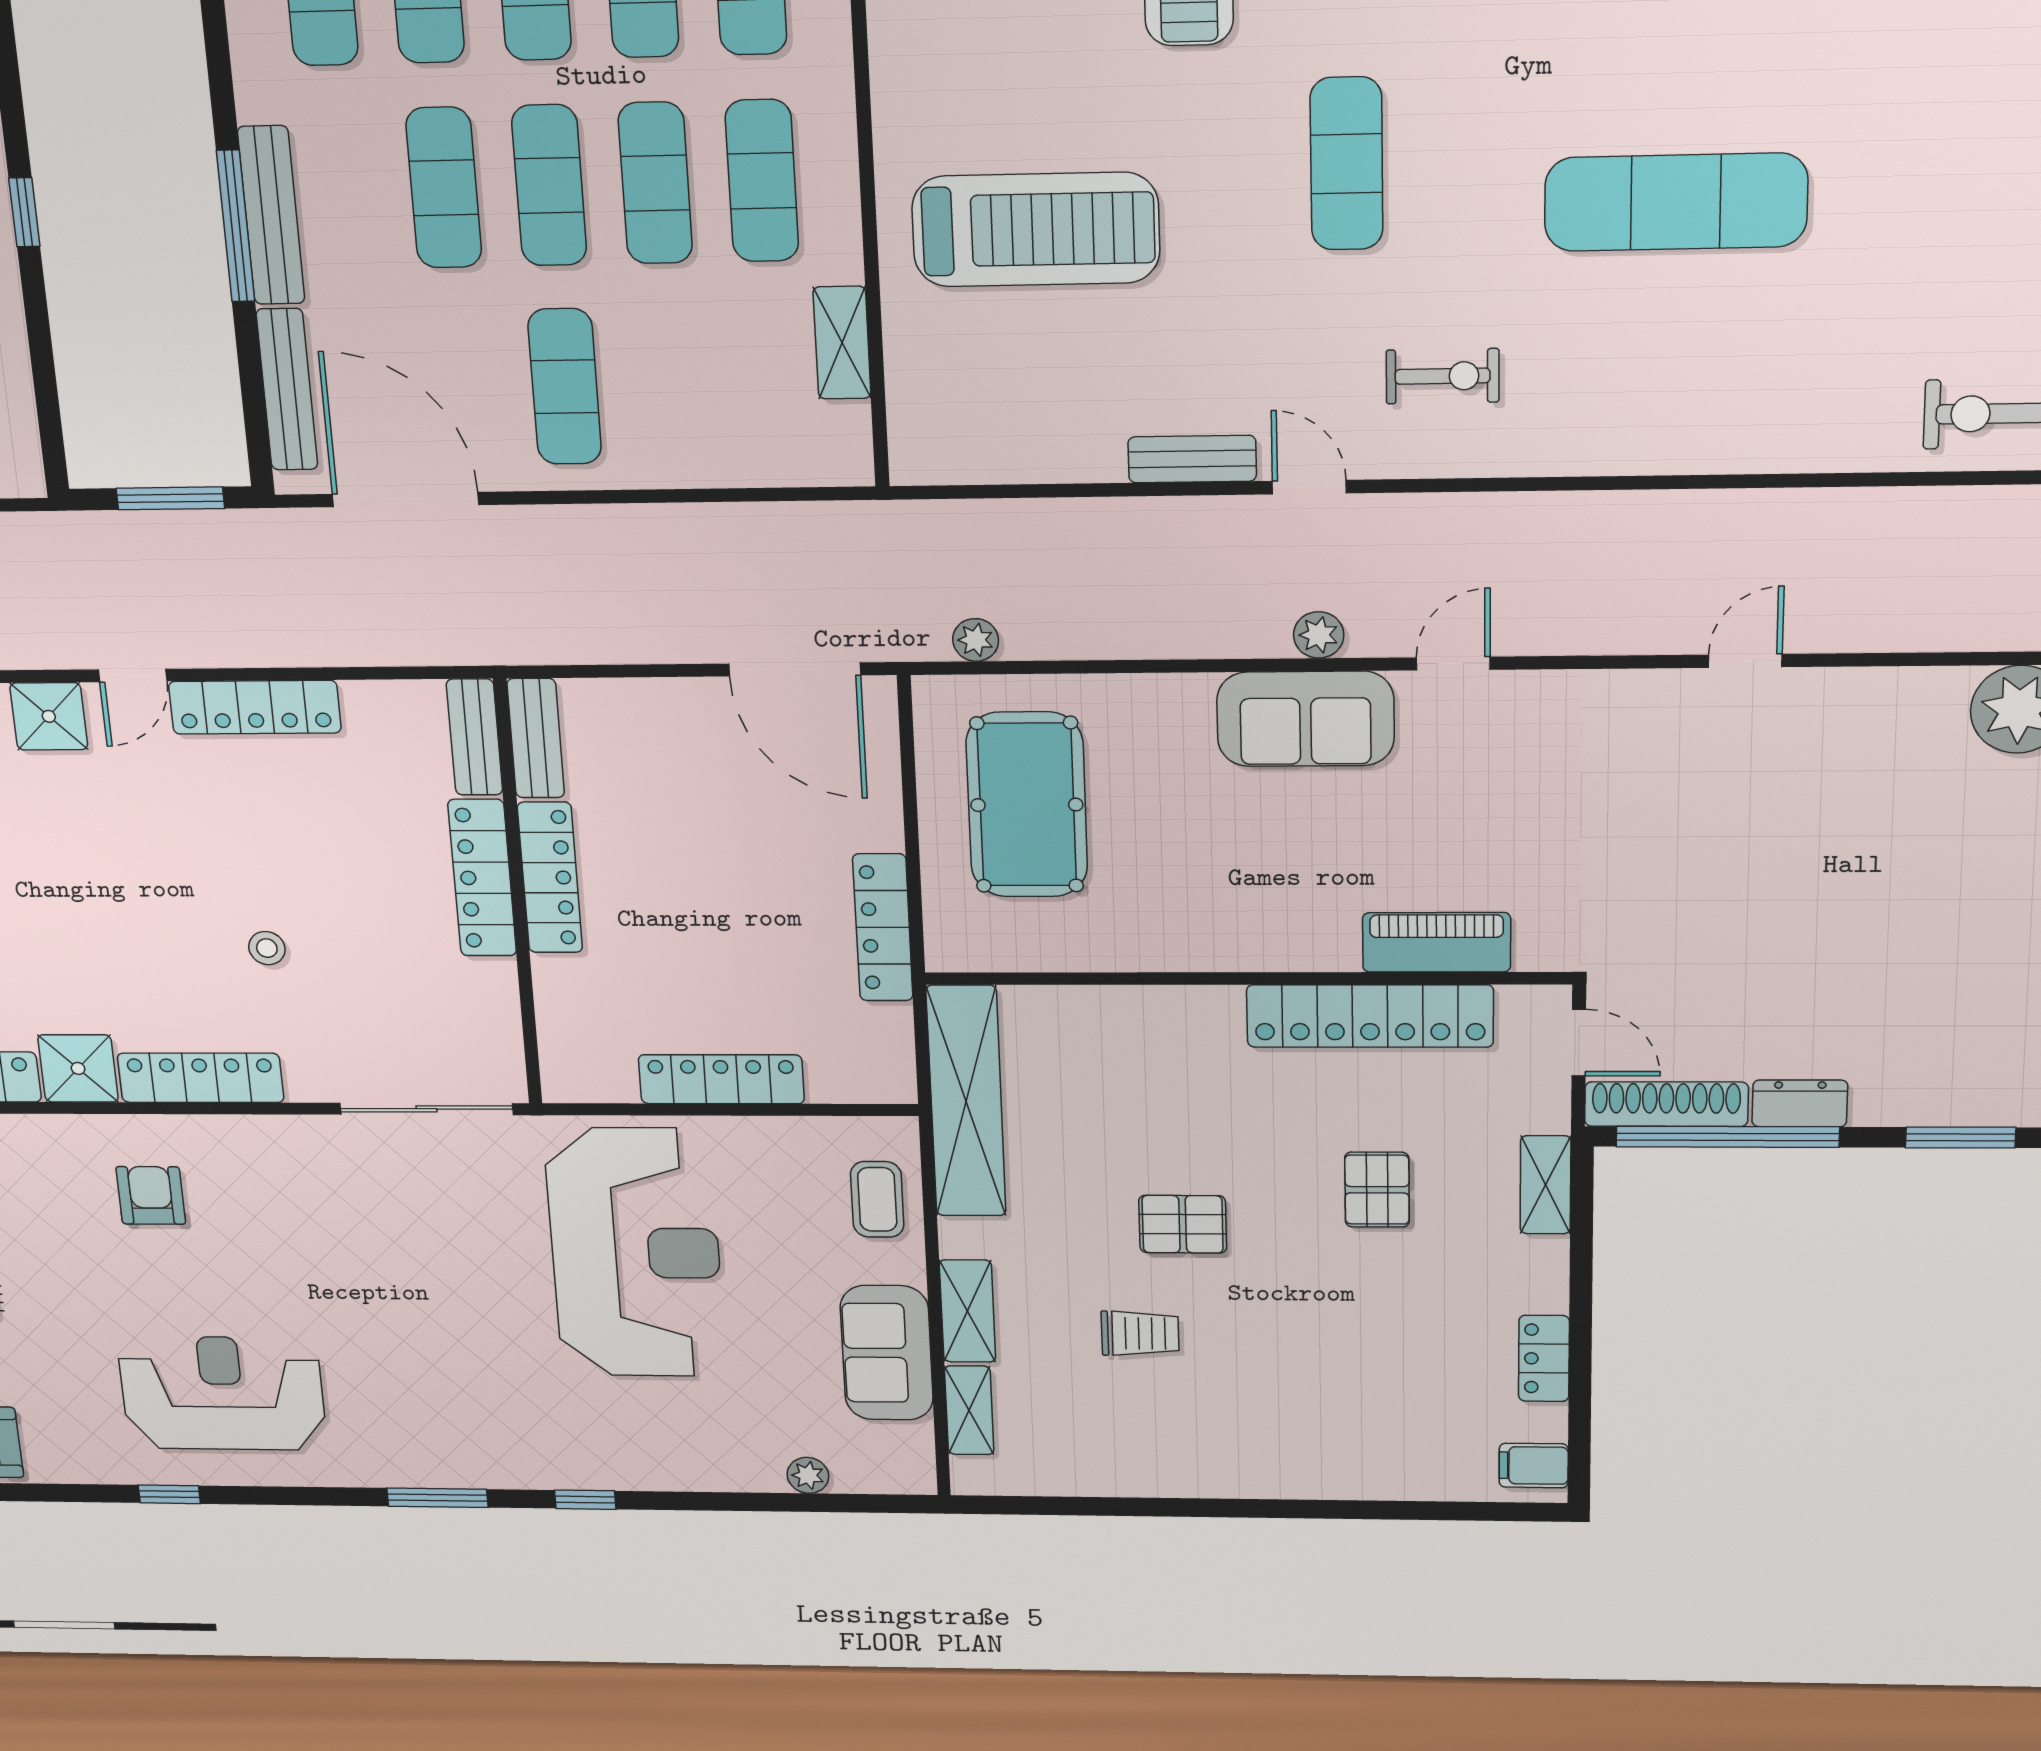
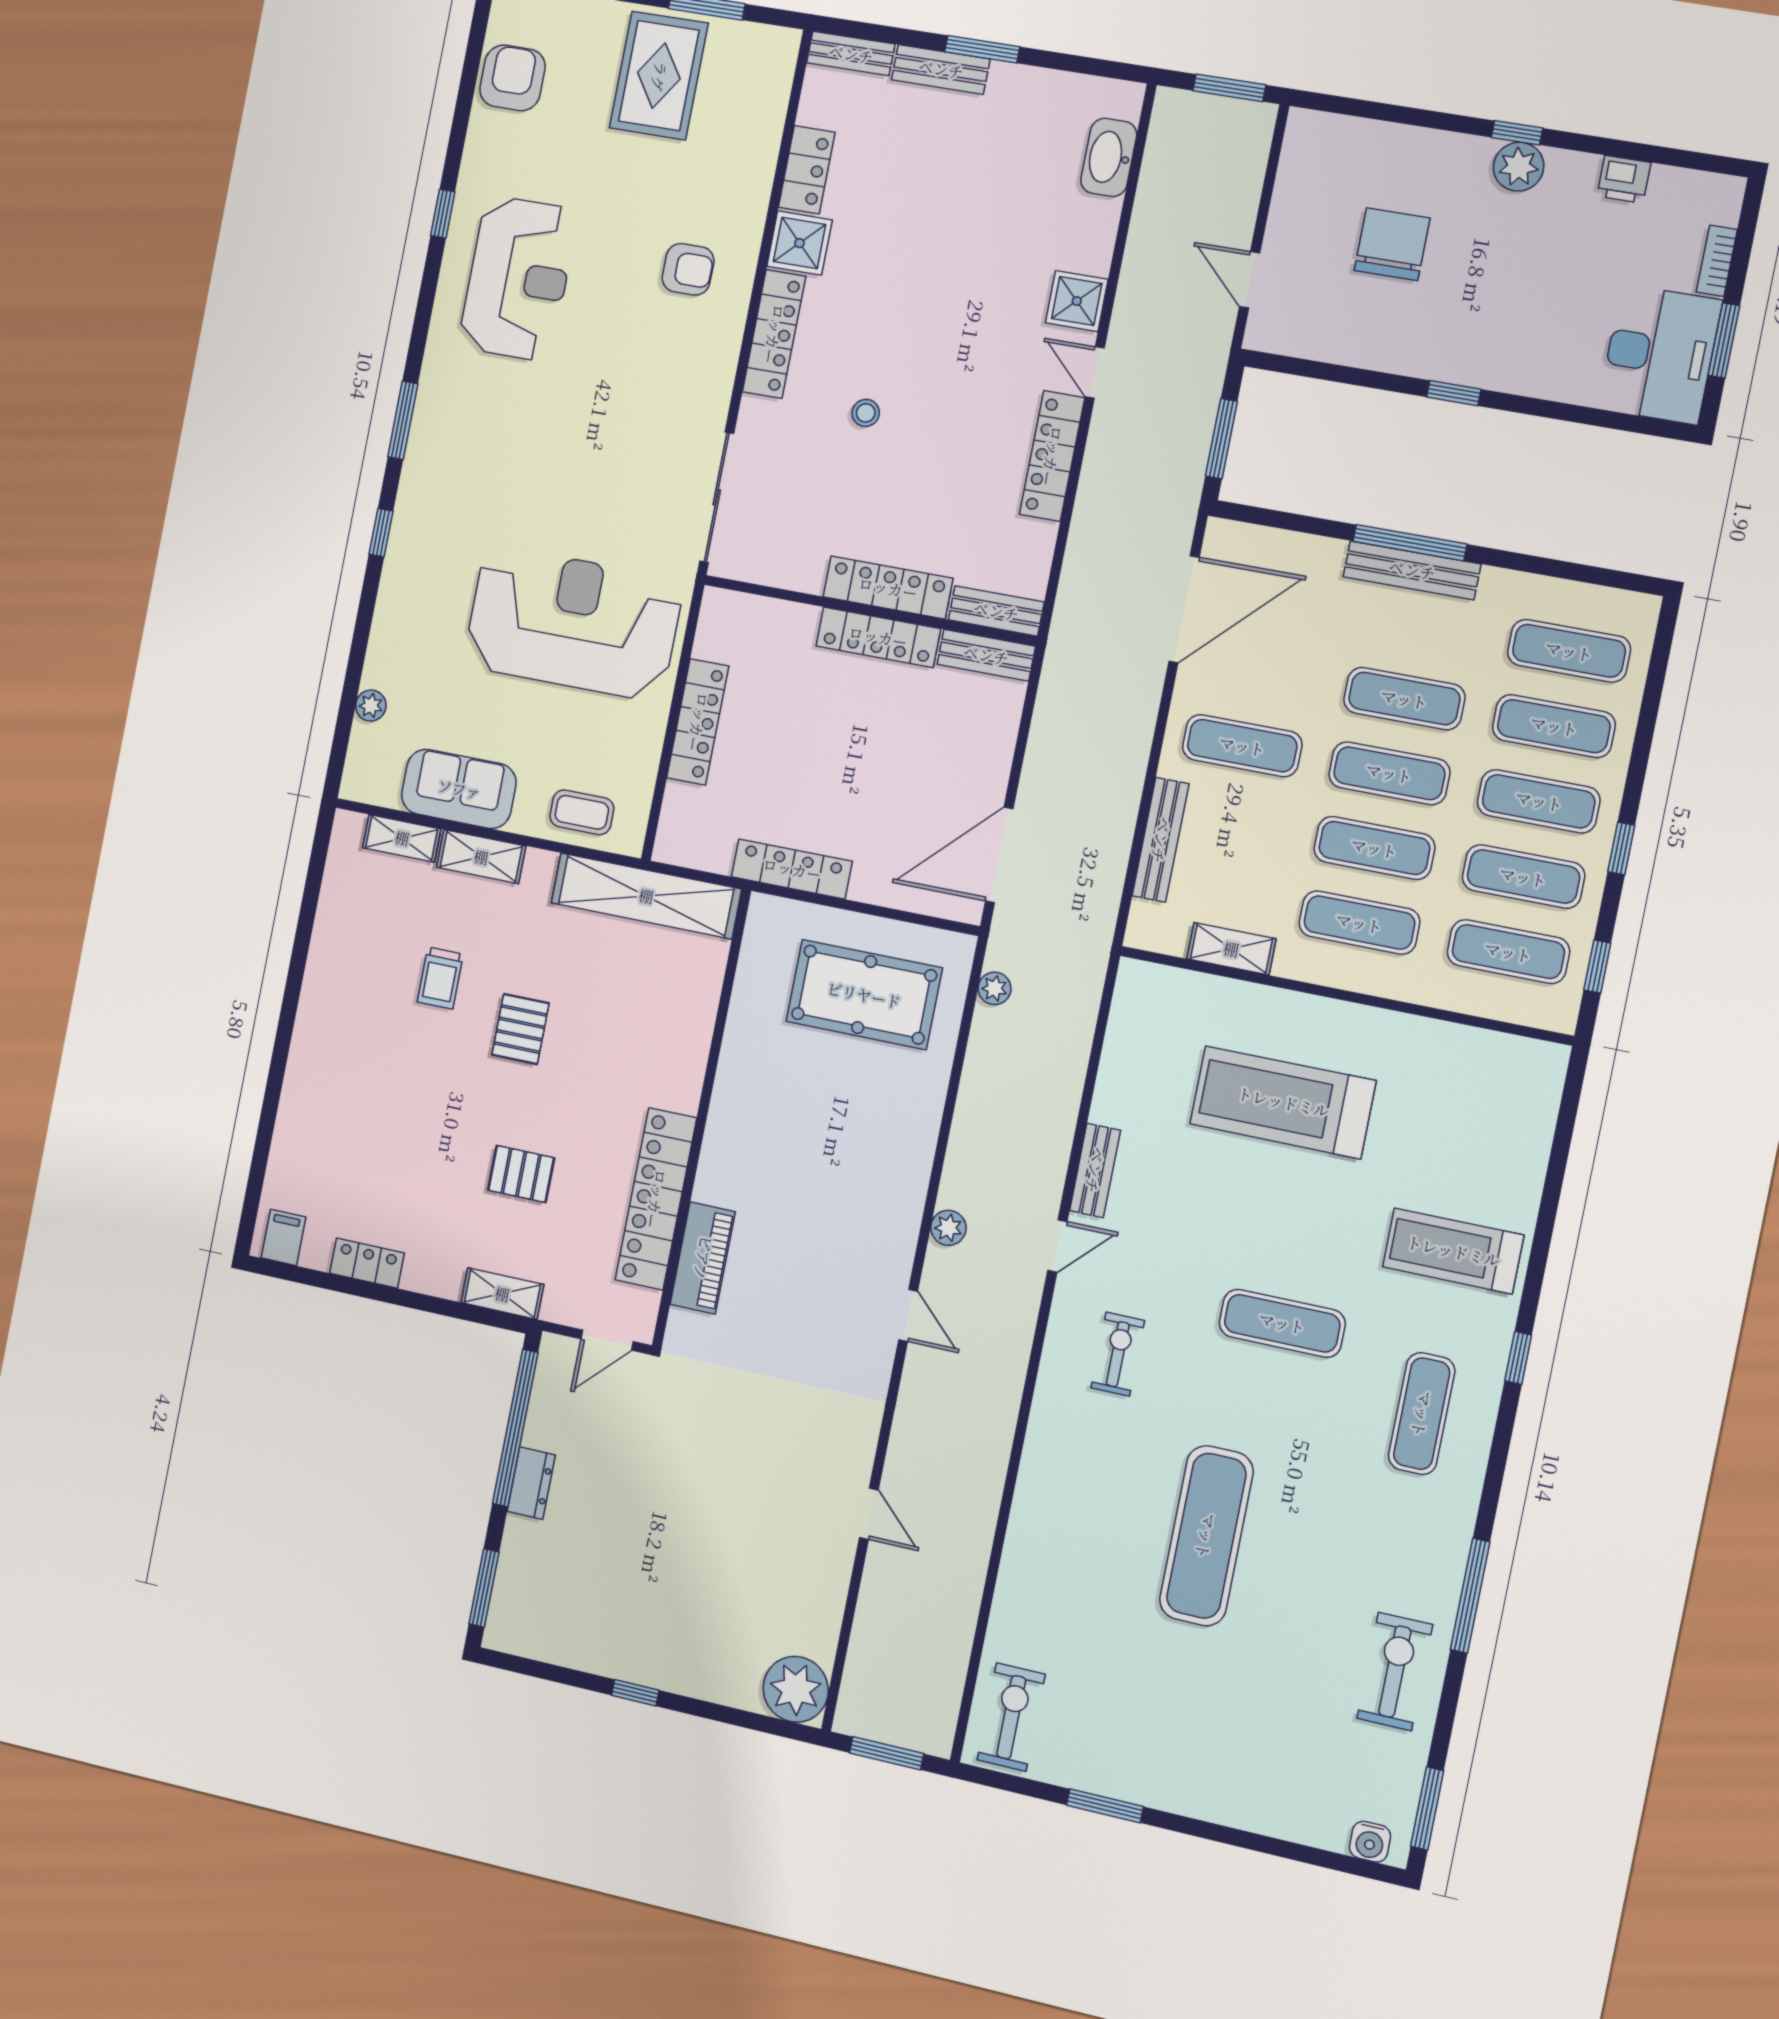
treadmill: (1036, 230) -> (1283, 1102), turned 90
exercise bike: (1443, 376) -> (1118, 1354), turned 180
bench: (287, 389) -> (1161, 840), moved, turned 90
sofa: (1305, 719) -> (888, 1205), removed
shoe rack: (1666, 1104) -> (548, 1391), removed
reception desk: (635, 1253) -> (573, 623), turned 180

